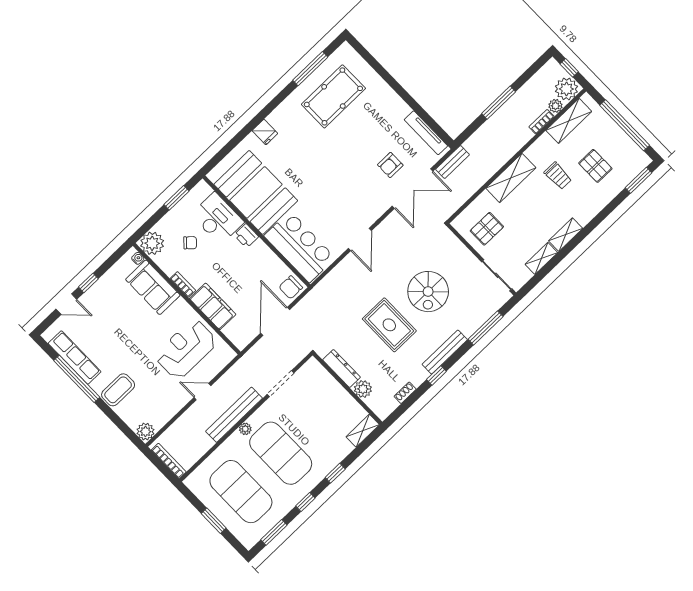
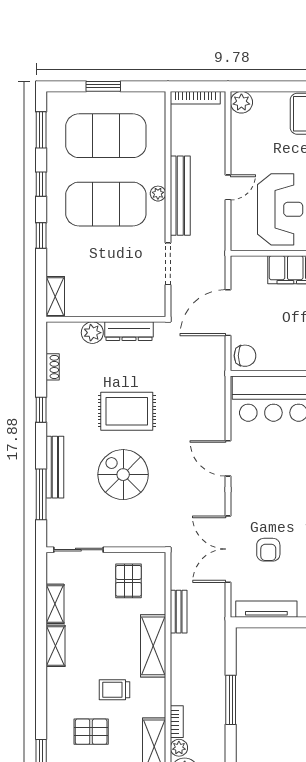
bench: (453, 162) -> (179, 612), moved
armchair: (390, 165) -> (268, 550), turned 180
chair: (291, 287) -> (245, 356), turned 90
door: (275, 321) -> (228, 313), swing flipped
bench: (445, 352) -> (55, 467), moved

